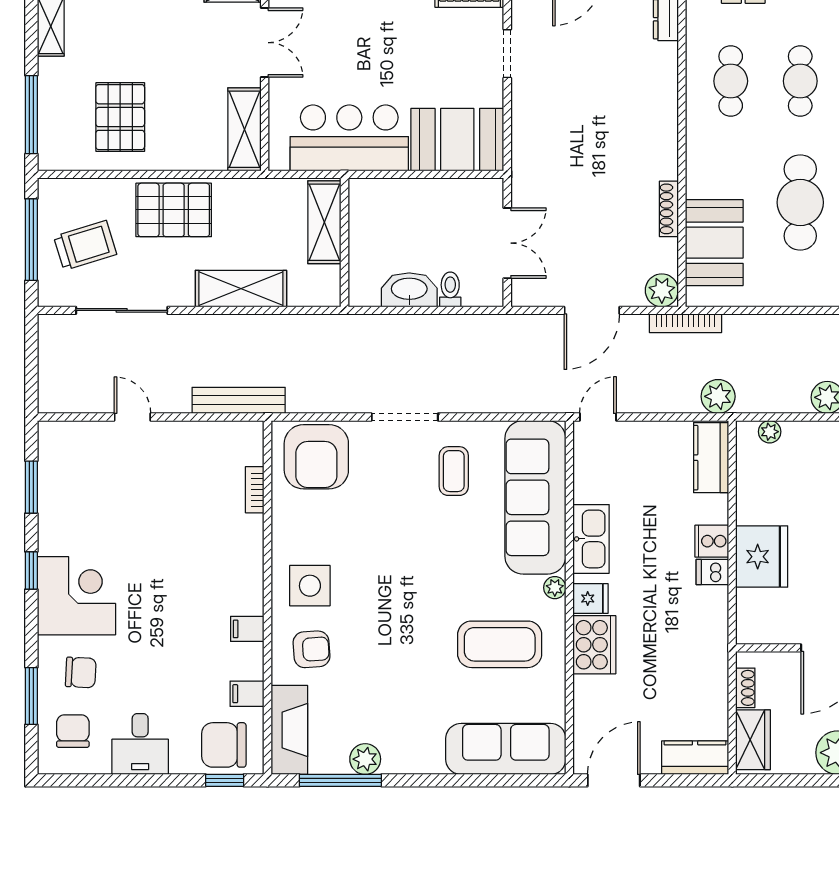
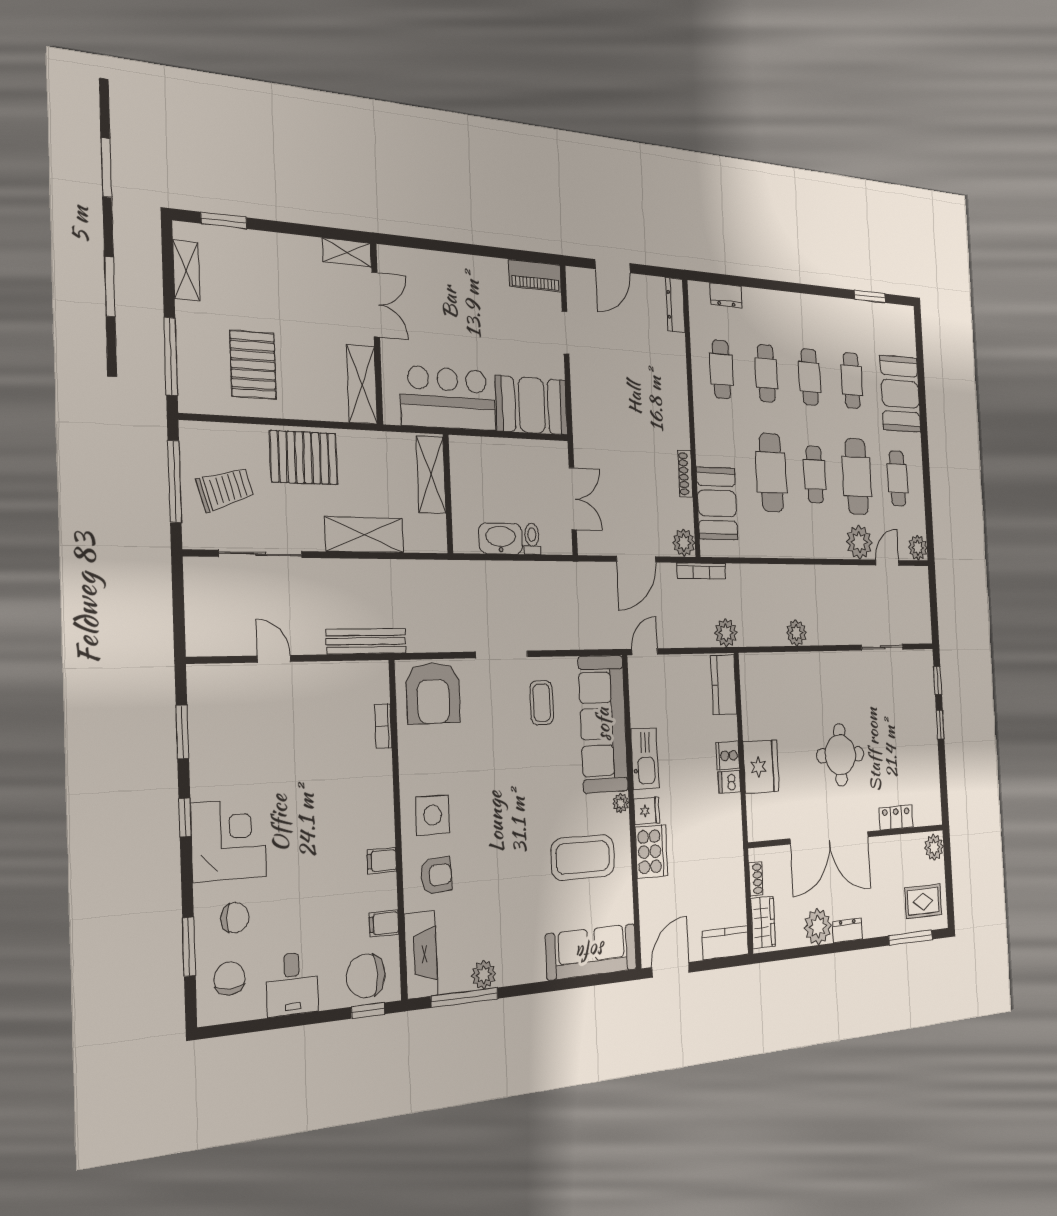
plant: (770, 432) -> (761, 662), removed

